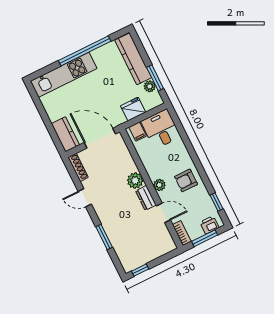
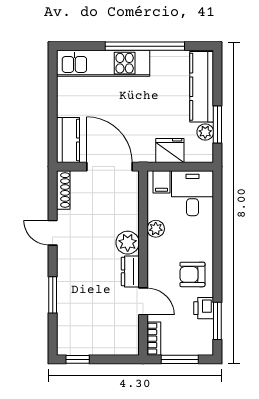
plant: (159, 185) -> (156, 229), moved
window: (216, 202) -> (217, 321), width x1.50
printer: (209, 225) -> (204, 308), moved, turned -90

